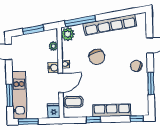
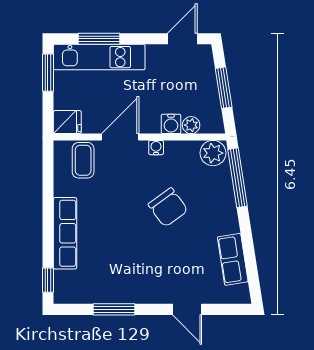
row of seats: (110, 25) -> (233, 259), width x0.50
chair: (97, 57) -> (168, 207), turned -109
chair: (136, 66) -> (149, 282), removed
water cooler: (53, 68) -> (171, 124), moved
door: (61, 83) -> (120, 137), swing flipped
window: (94, 120) -> (48, 198), removed

